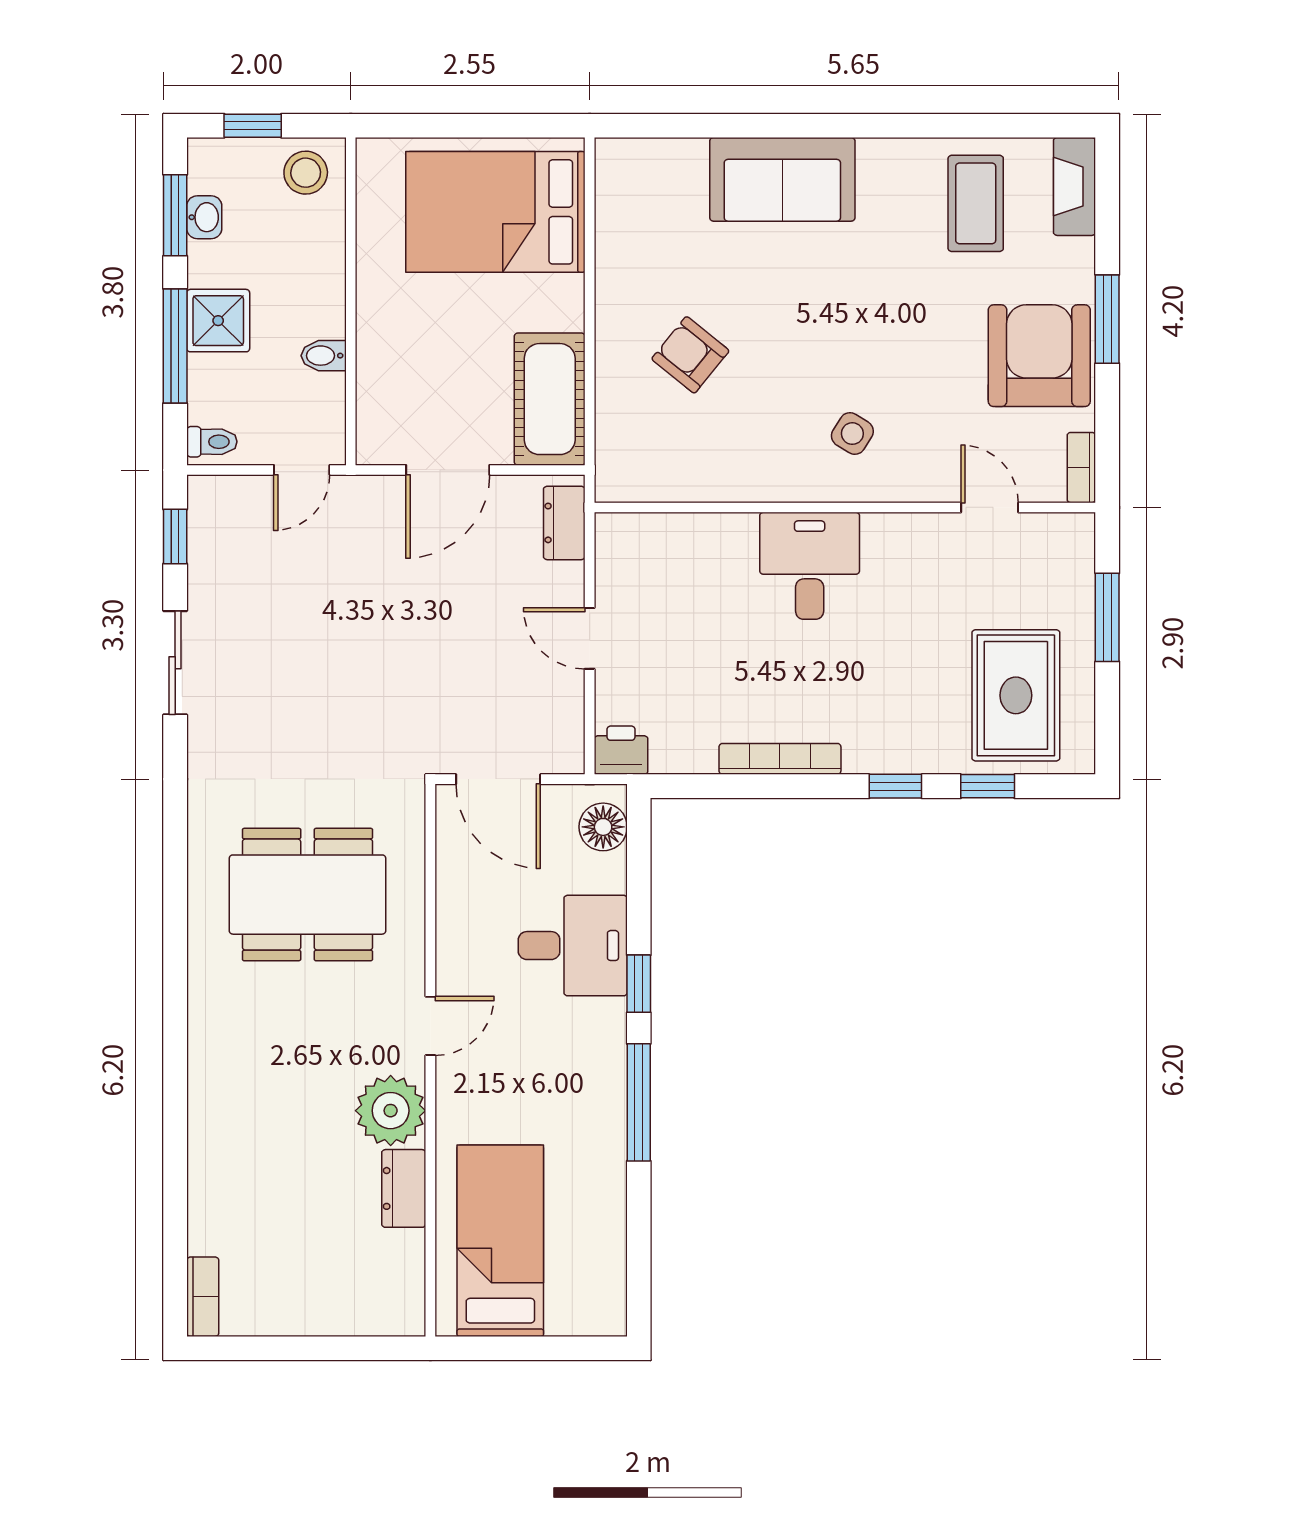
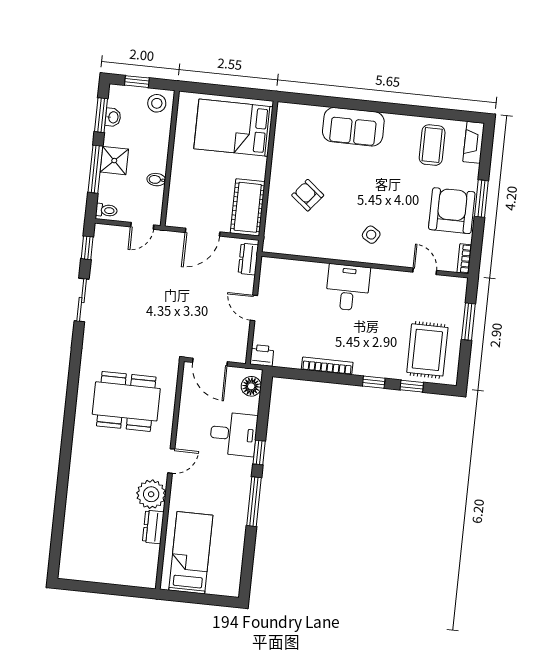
bookcase: (203, 1297) -> (66, 563), removed

